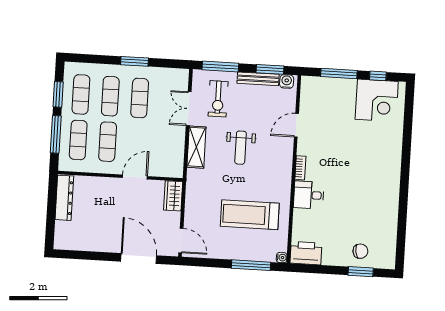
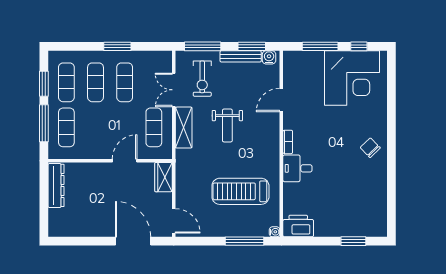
corner desk: (377, 100) -> (352, 78), width x1.36, depth x1.36
exercise mat: (108, 142) -> (154, 127), moved
chair: (360, 251) -> (370, 148), moved, turned -126

